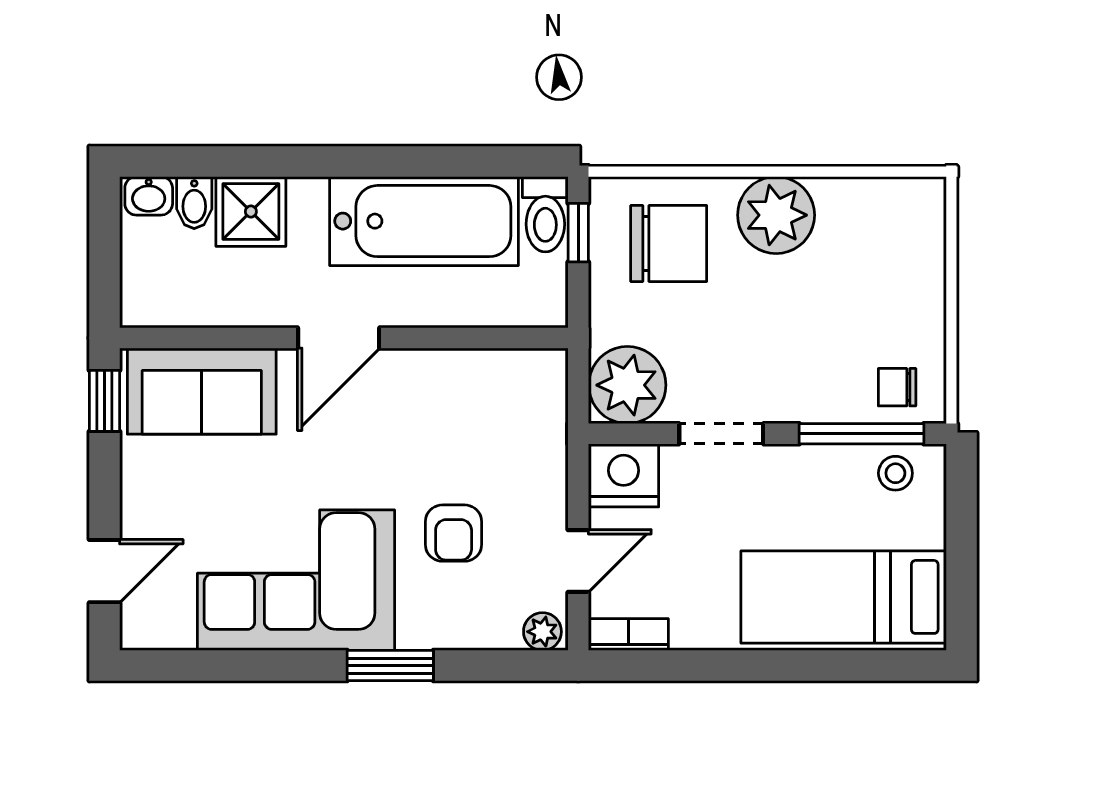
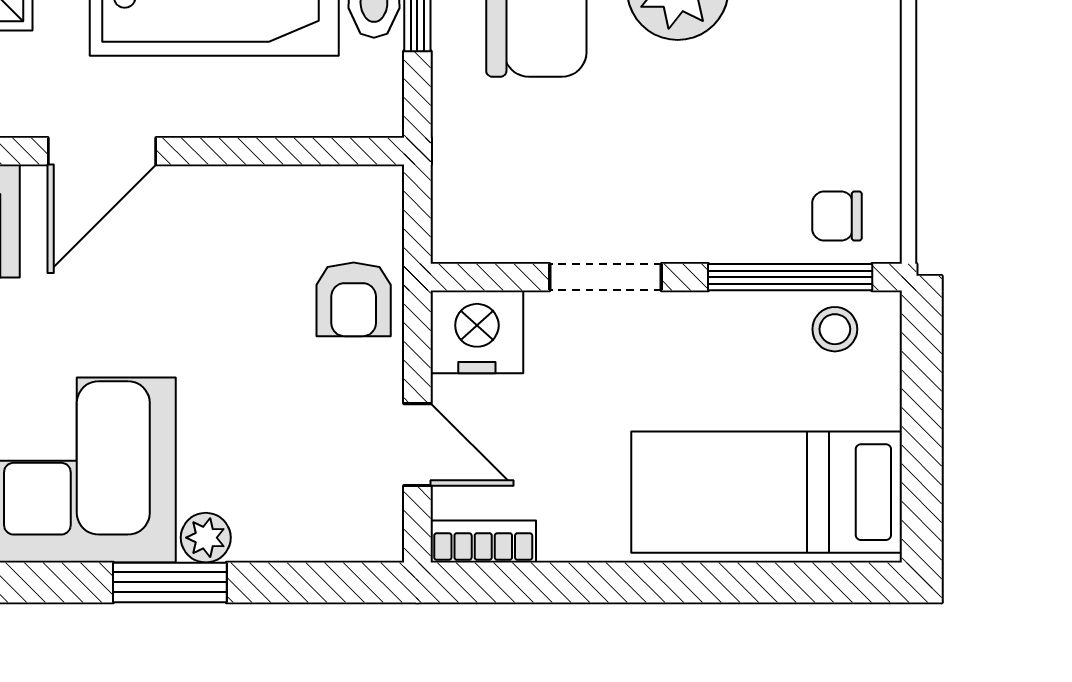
plant: (627, 385) -> (482, 213), removed
armchair: (454, 533) -> (354, 299), moved
door: (578, 561) -> (417, 445), hinge flipped
plant: (542, 632) -> (206, 538), moved

